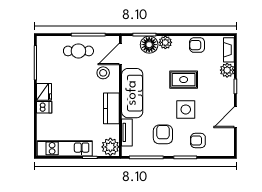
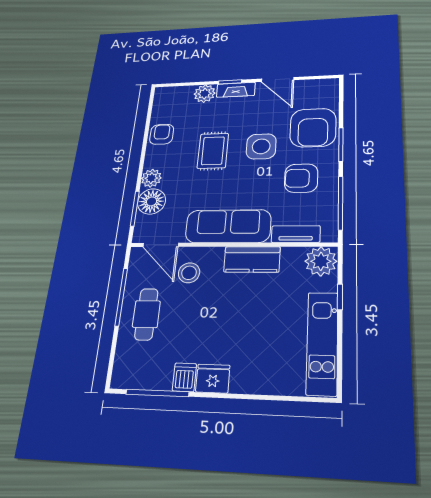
armchair: (197, 45) -> (162, 134), turned 180
fireplace: (229, 50) -> (236, 90), moved
dishwasher: (44, 107) -> (184, 377), moved
armchair: (198, 141) -> (313, 128), width x1.88, depth x1.88

